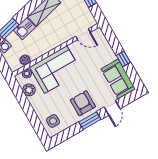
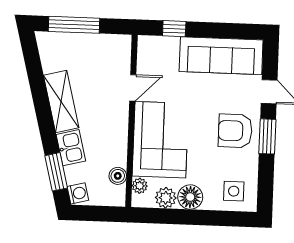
door: (83, 34) -> (133, 88), moved
window: (123, 59) -> (174, 29), moved
sofa: (118, 79) -> (221, 56), width x1.36
floor lamp: (37, 102) -> (190, 197), added

